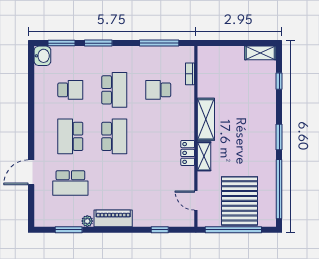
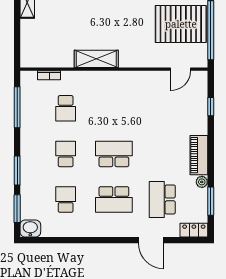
school desk: (114, 90) -> (66, 154), width x0.54
locker: (188, 153) -> (194, 230), moved, turned 180
shelving: (204, 156) -> (135, 61), removed
school desk: (70, 183) -> (162, 199), turned 180

